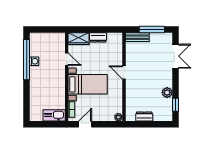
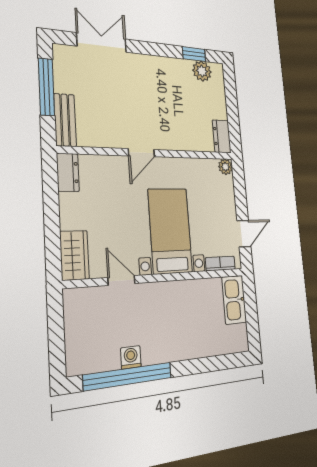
dresser: (98, 37) -> (68, 172), moved
door: (67, 59) -> (121, 280), hinge flipped
plant: (167, 92) -> (202, 71), moved
dresser: (144, 117) -> (222, 136), moved
door: (85, 124) -> (244, 234), swing flipped

